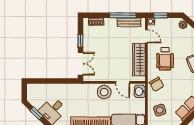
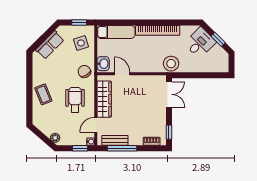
door: (146, 36) -> (96, 125), hinge flipped
window: (80, 41) -> (169, 132), moved
double door: (80, 64) -> (169, 94), swing flipped
stool: (104, 92) -> (171, 64), moved

